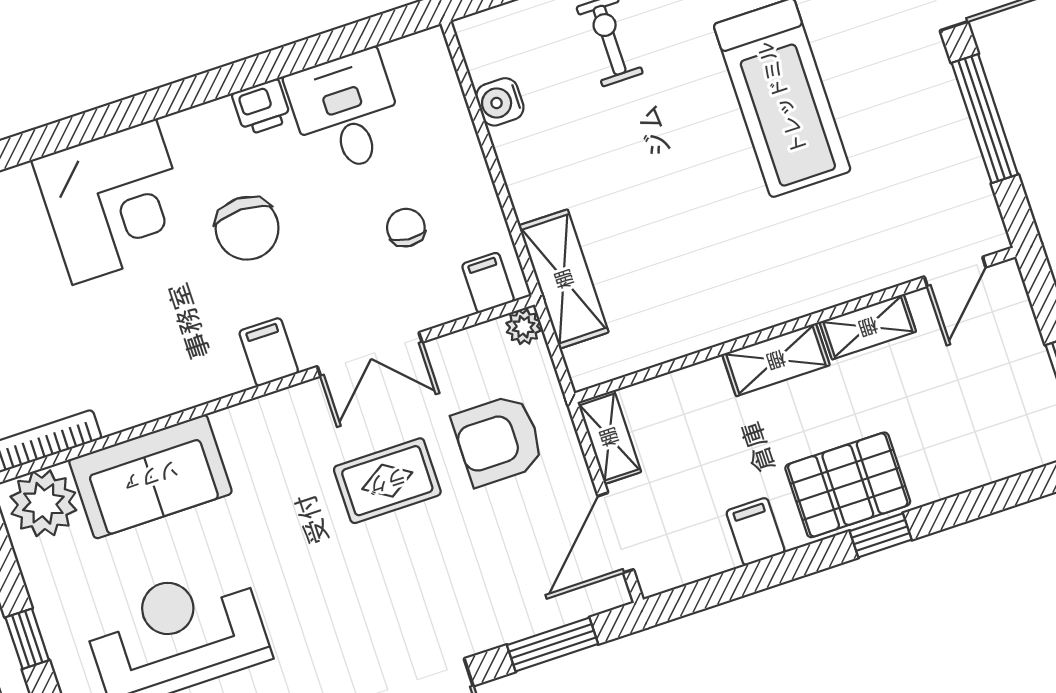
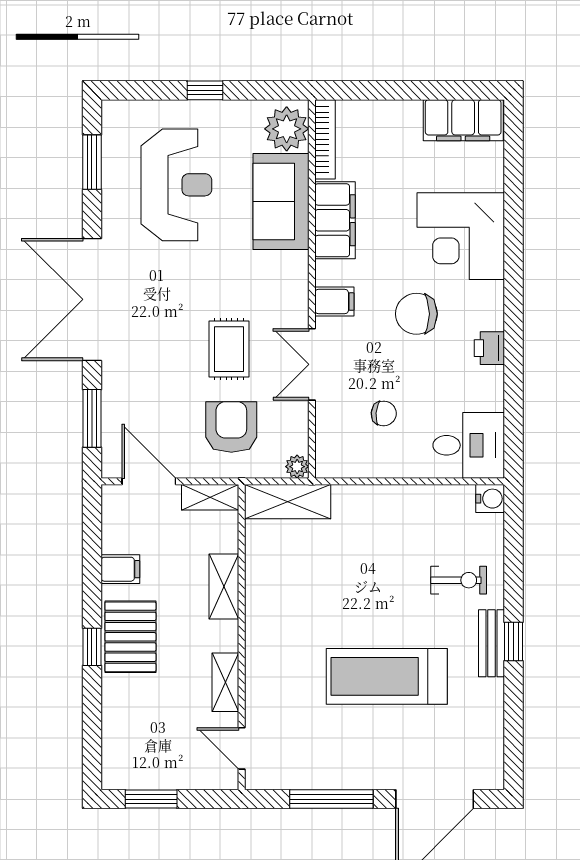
water cooler: (500, 102) -> (490, 499), moved, turned 90
desk: (346, 112) -> (469, 445), moved
shelving: (564, 279) -> (288, 502), moved
filing cabinet: (488, 283) -> (335, 220), moved, width x3.00, depth x1.17
shelving: (776, 360) -> (224, 587), moved

